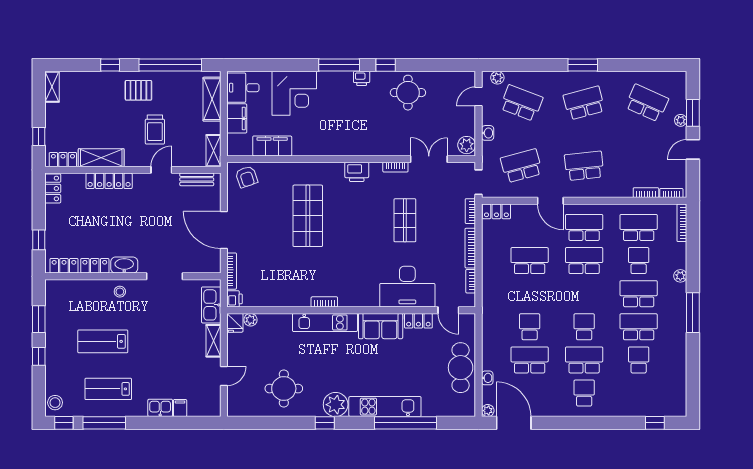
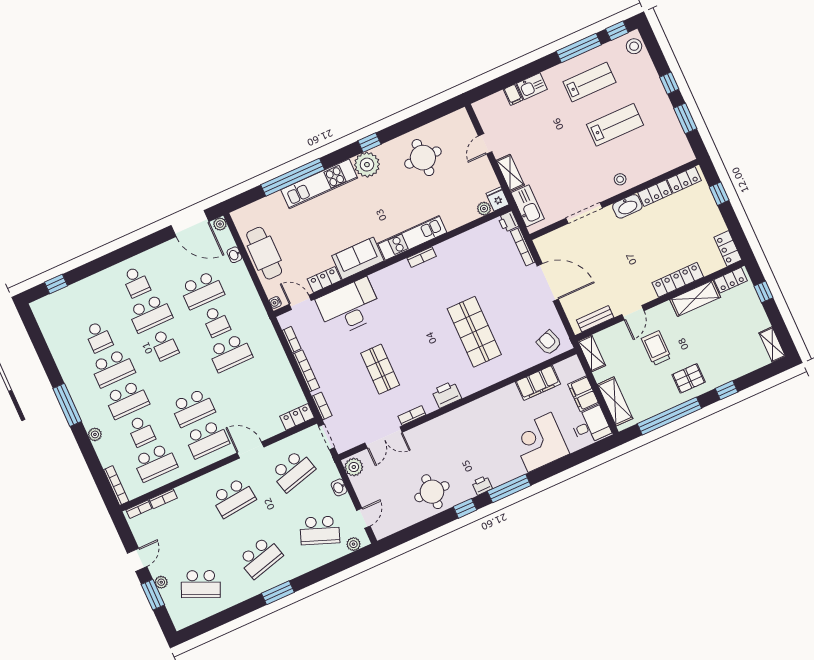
school desk: (530, 261) -> (230, 353), moved
water cooler: (470, 320) -> (275, 302), added

